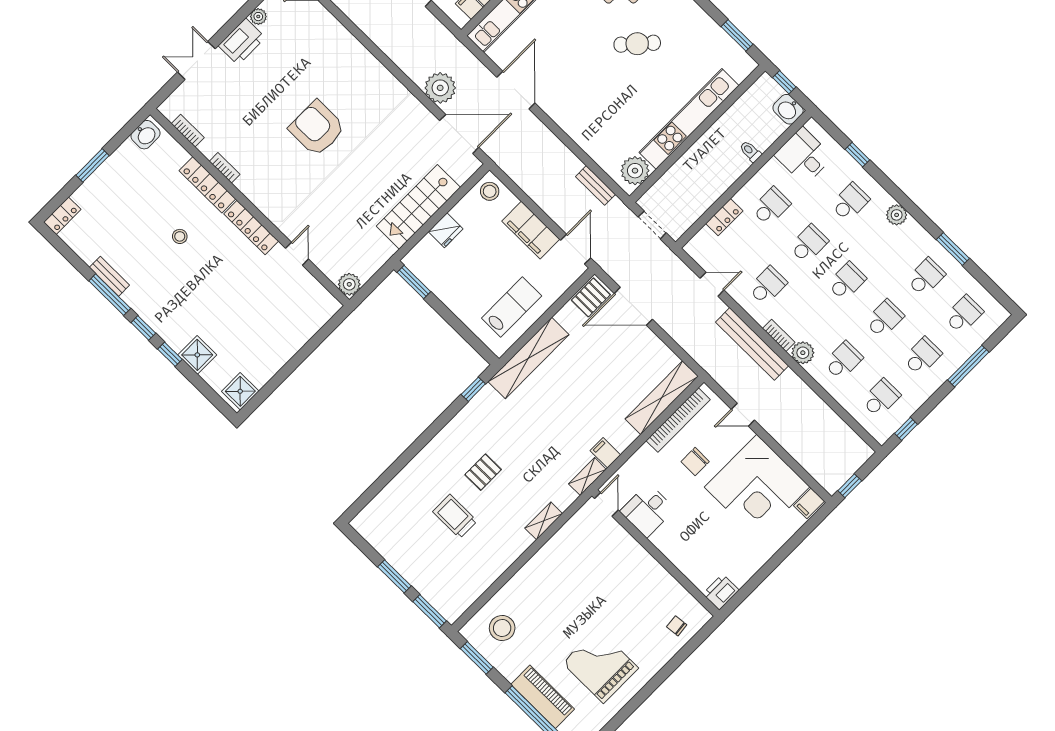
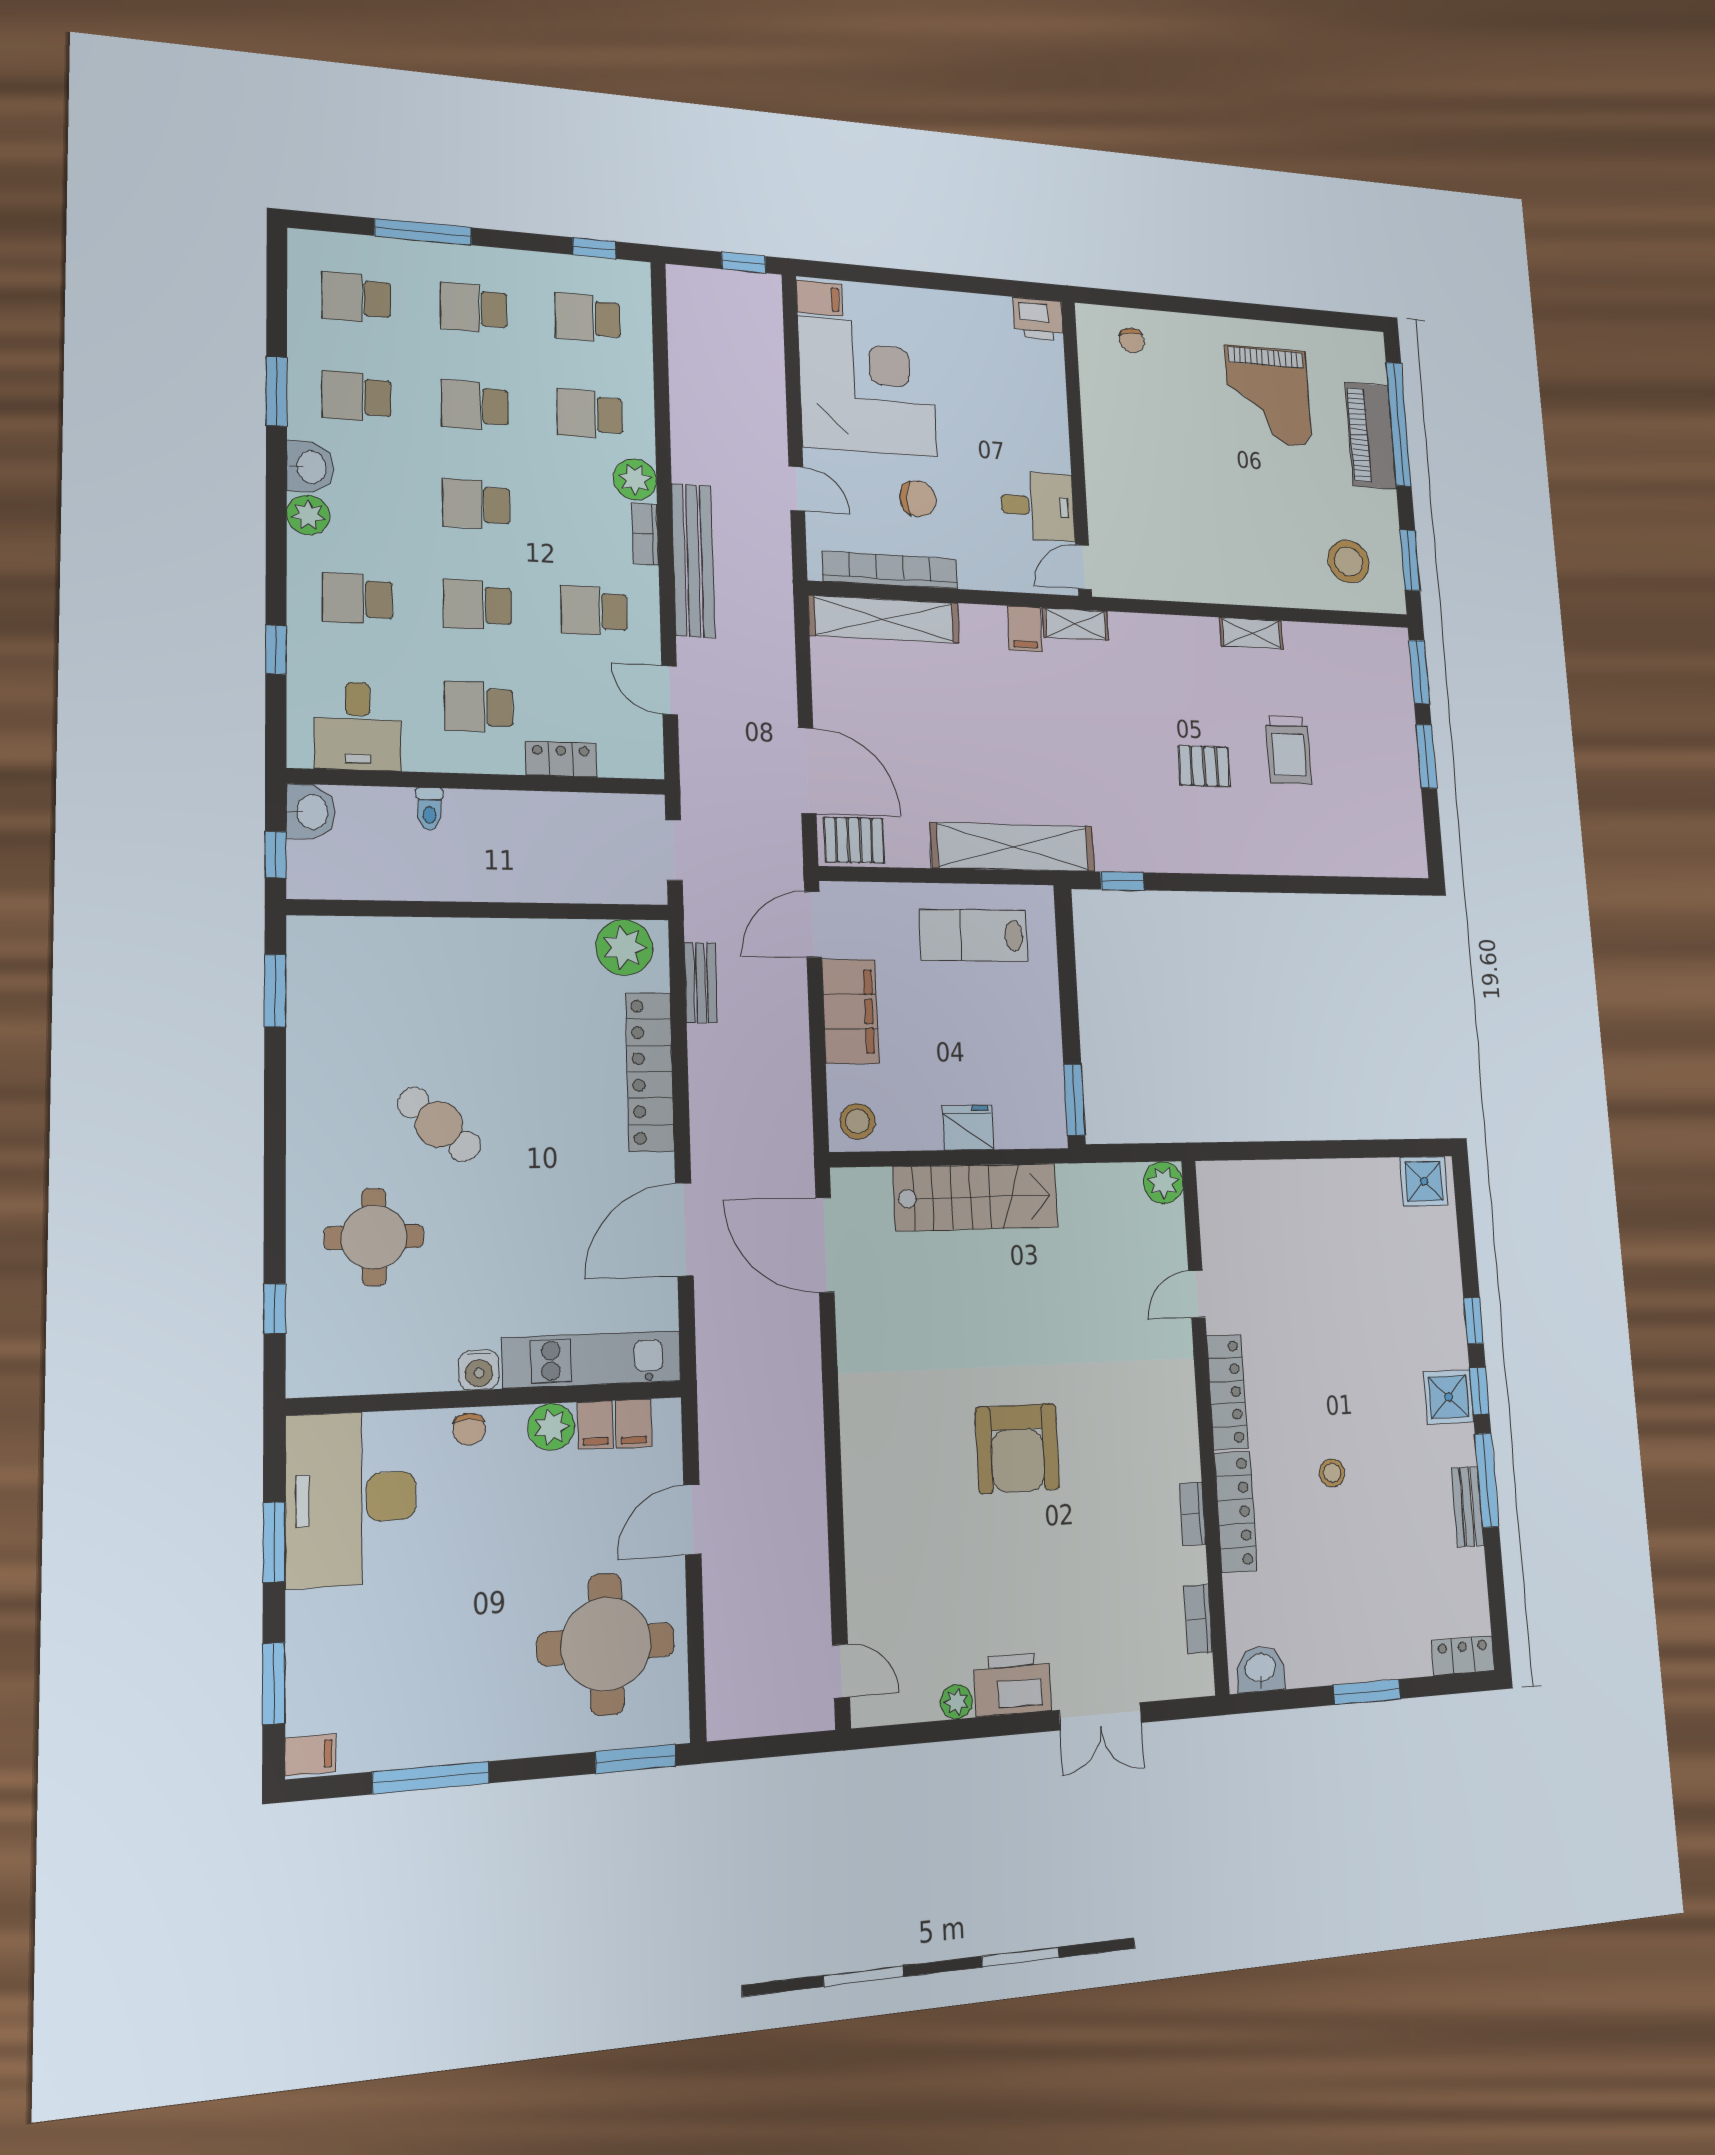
plant: (440, 88) -> (790, 1339), removed
kitchen unit: (689, 119) -> (472, 942), removed
locker: (582, 134) -> (650, 1072), added
washbasin: (914, 233) -> (310, 467), added
shower: (197, 355) -> (1449, 1397), moved
shelving: (544, 521) -> (1251, 633), moved

